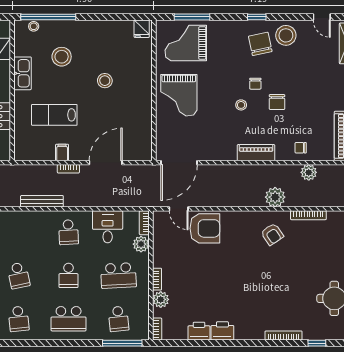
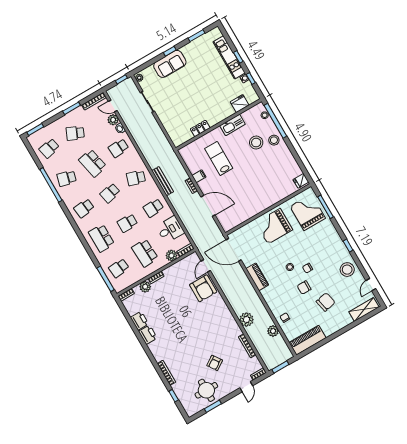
chair: (260, 44) -> (326, 302), moved
stool: (105, 81) -> (274, 140), moved
piano: (256, 153) -> (257, 277), moved
school desk: (19, 232) -> (136, 178), added
armchair: (272, 234) -> (215, 363), moved

